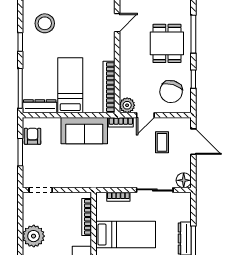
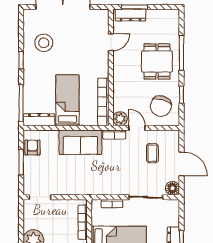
door: (145, 115) -> (137, 128), swing flipped
door: (193, 142) -> (181, 164), moved

